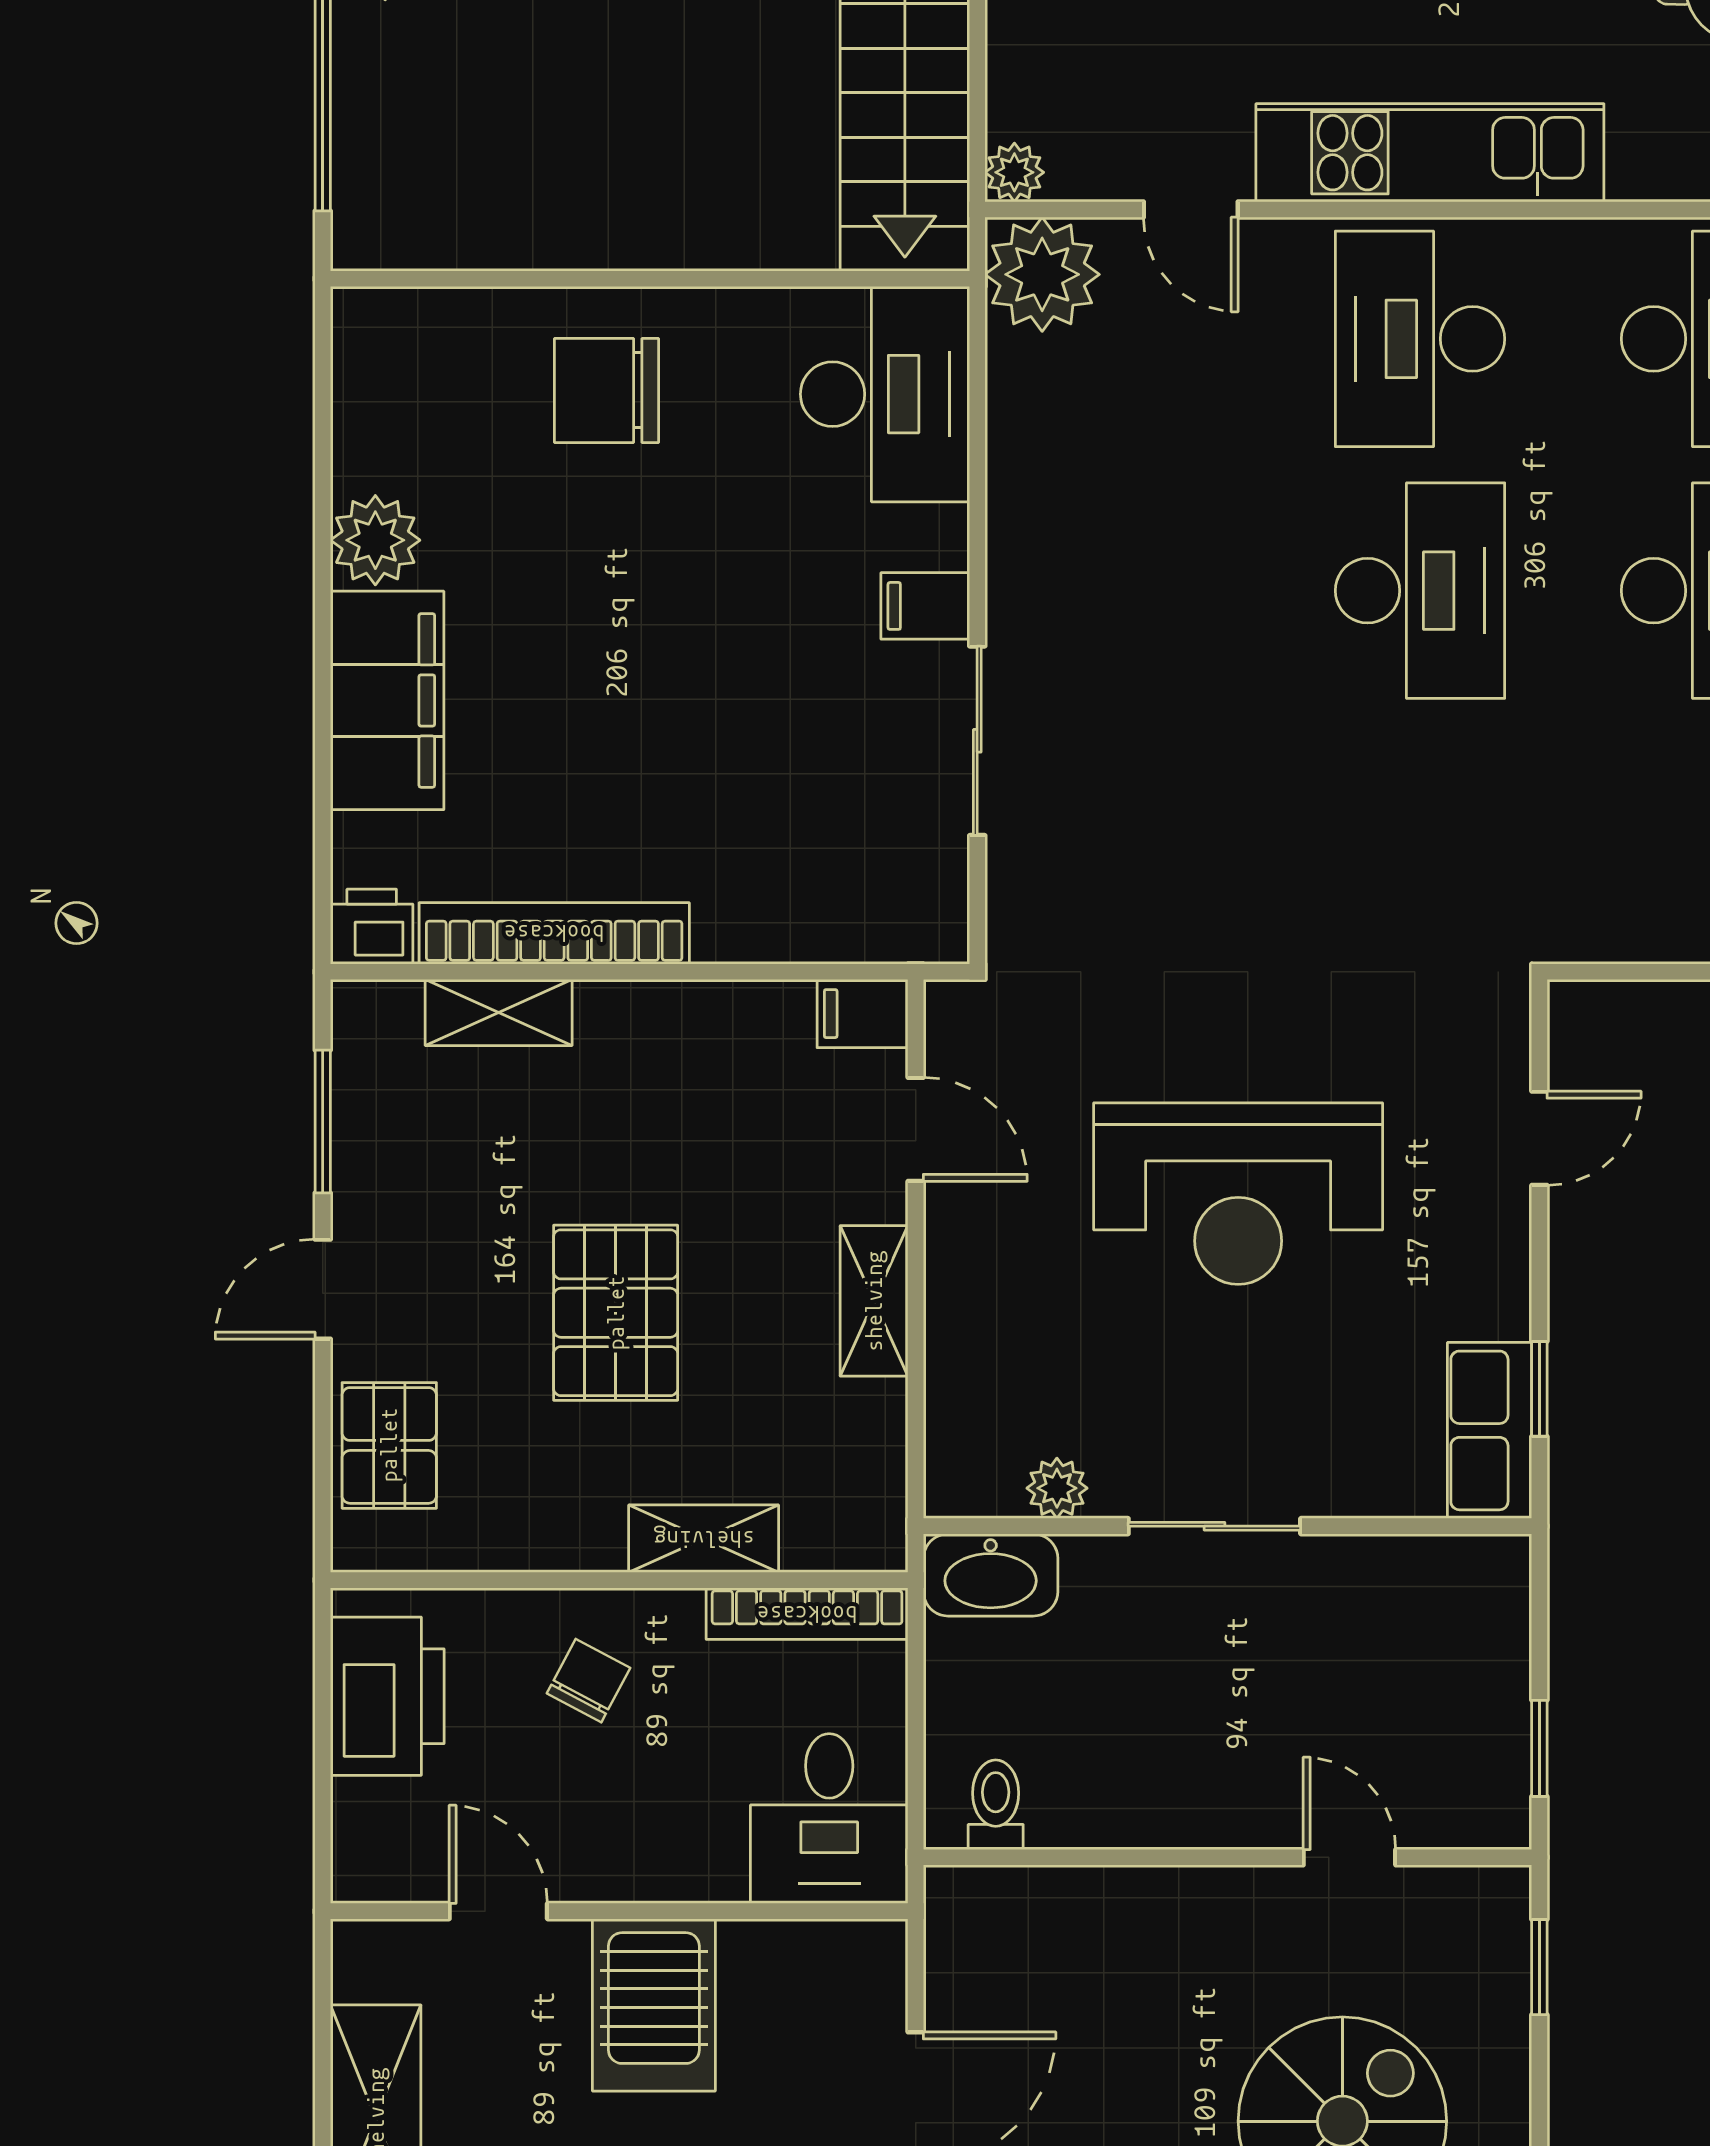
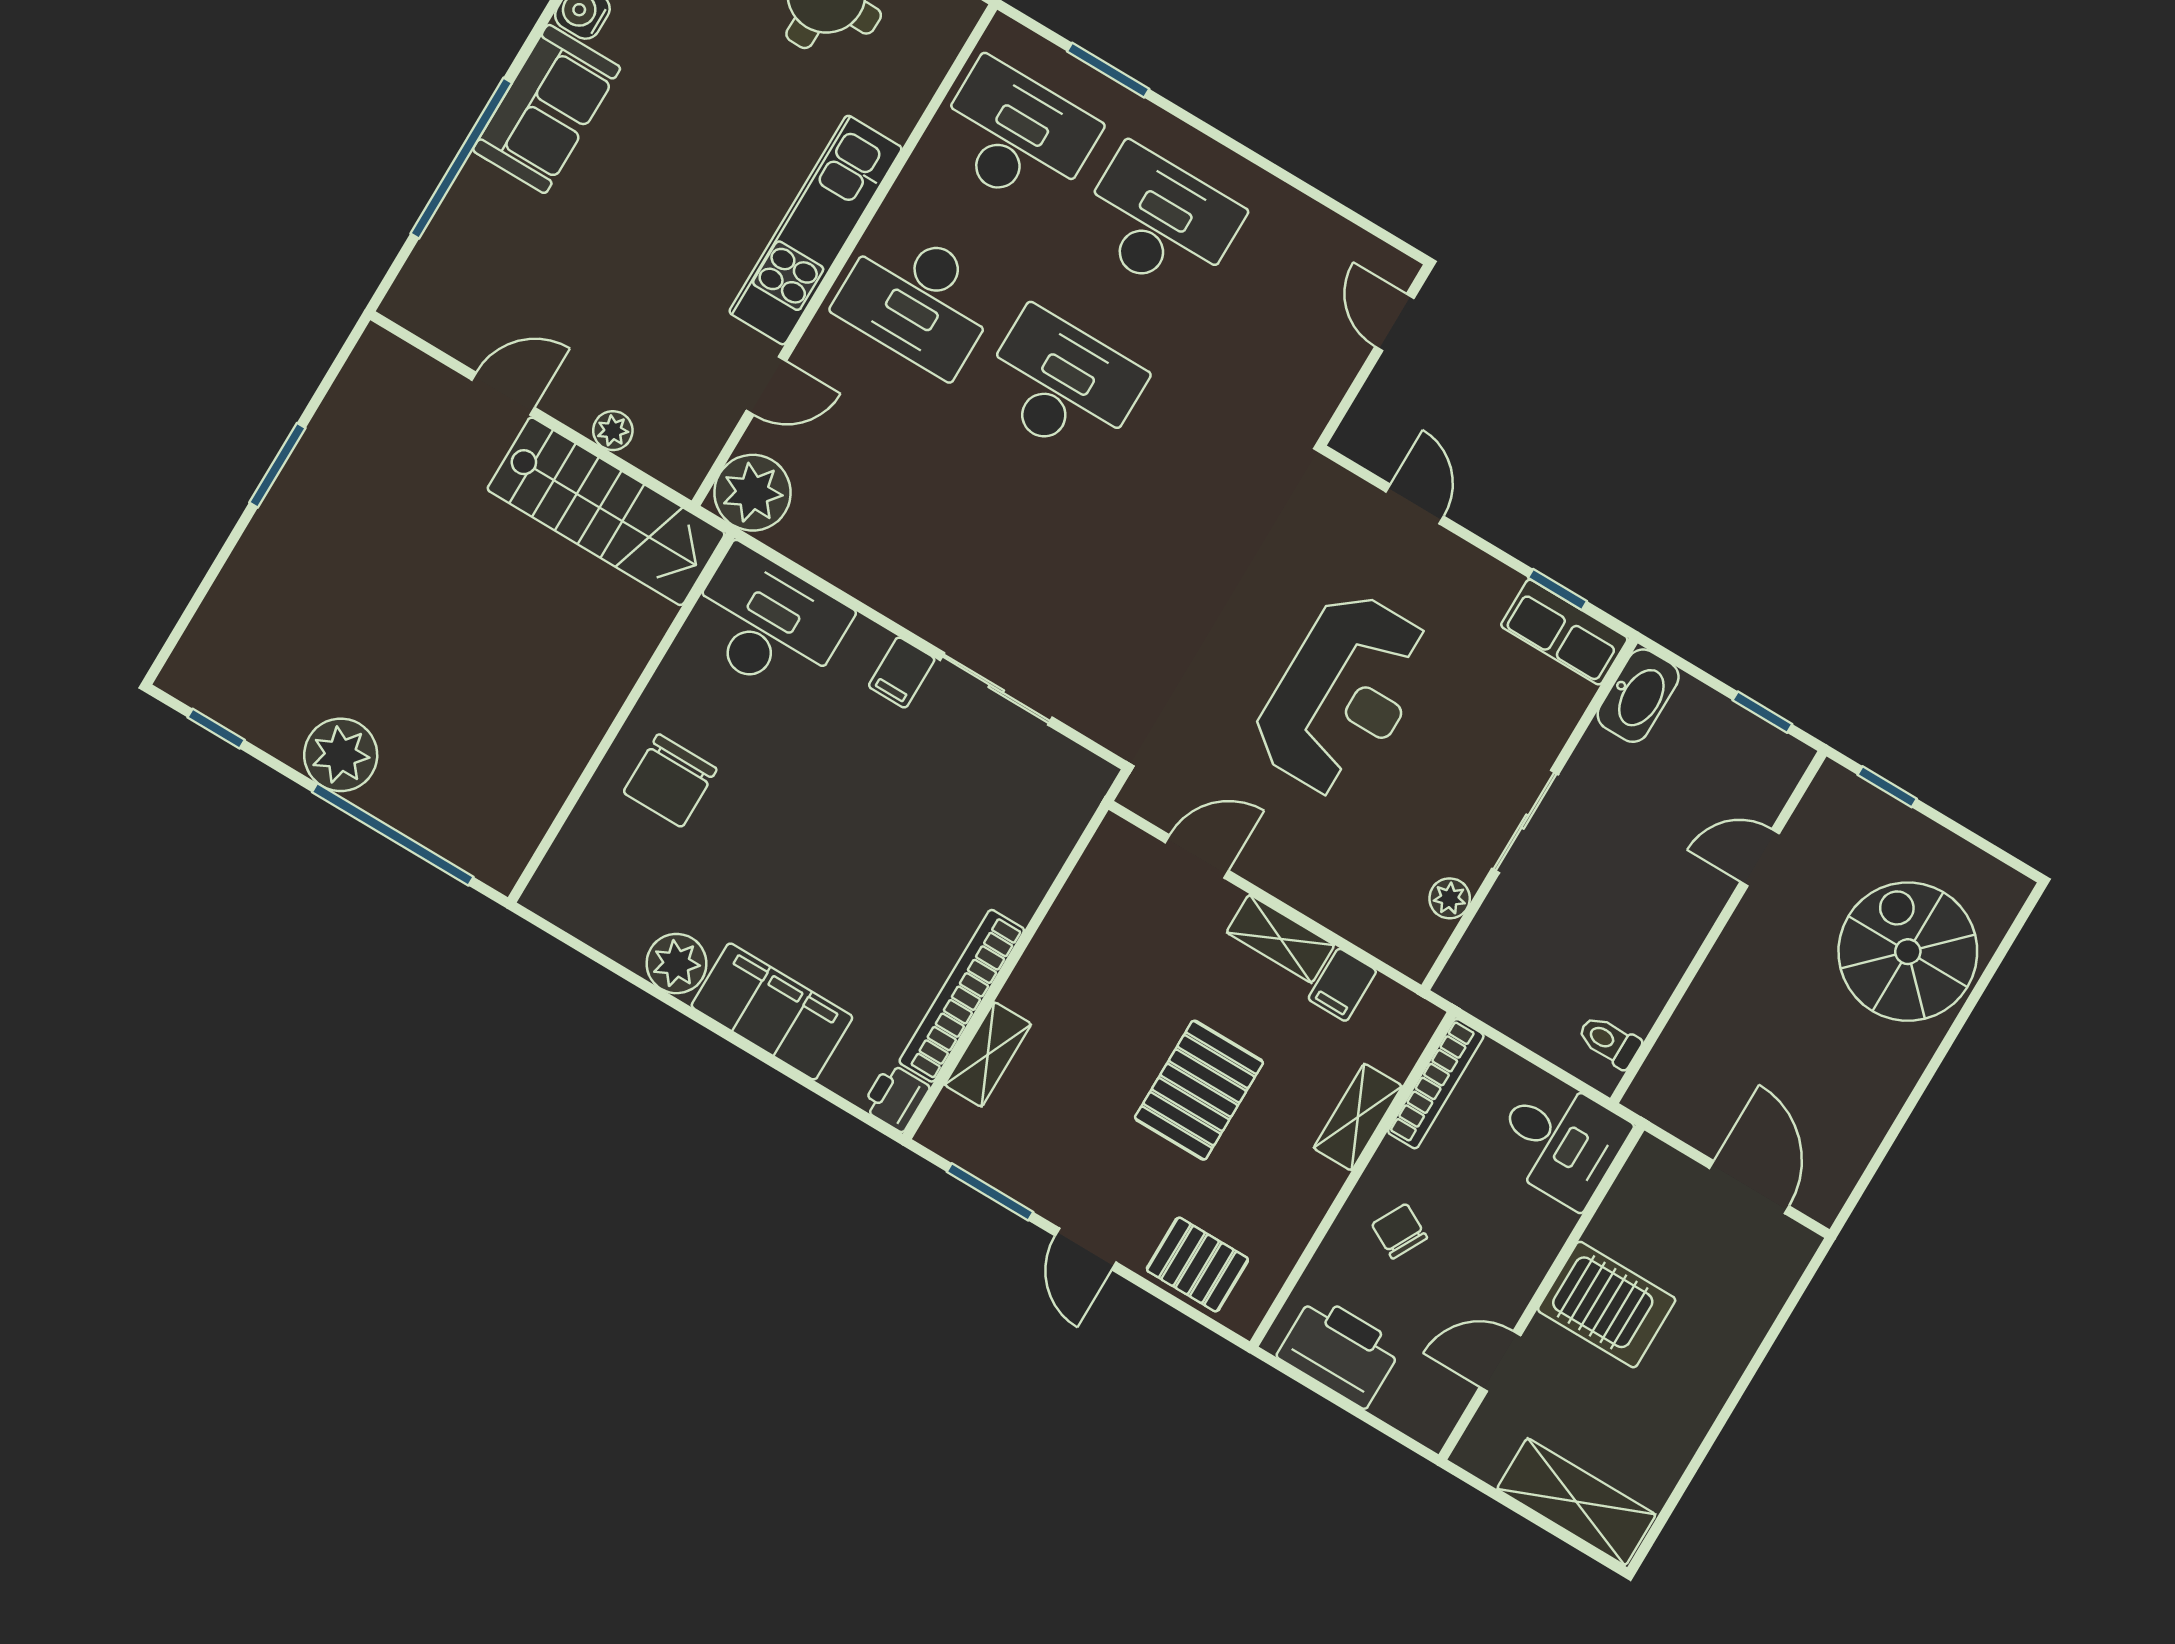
plant: (1014, 172) -> (613, 431), moved
filing cabinet: (862, 1014) -> (1342, 985), moved
pallet: (616, 1313) -> (1199, 1090), turned 90
washbasin: (991, 1575) -> (1638, 696), moved

